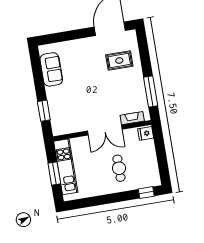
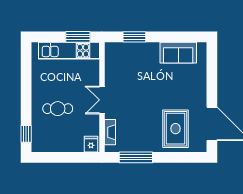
rug: (119, 61) -> (175, 129), width x1.36, depth x1.43
double door: (105, 130) -> (102, 100), width x0.73
window: (54, 173) -> (78, 37), moved

